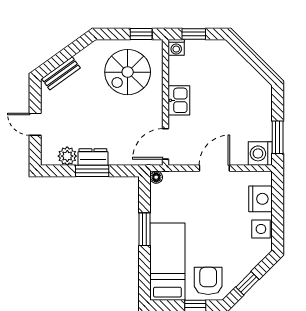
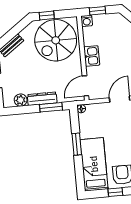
window: (141, 34) -> (47, 15), moved
spiral stairs: (128, 72) -> (56, 40), width x1.37, depth x1.37
dresser: (93, 157) -> (42, 99), width x1.44
window: (92, 171) -> (51, 107), moved

